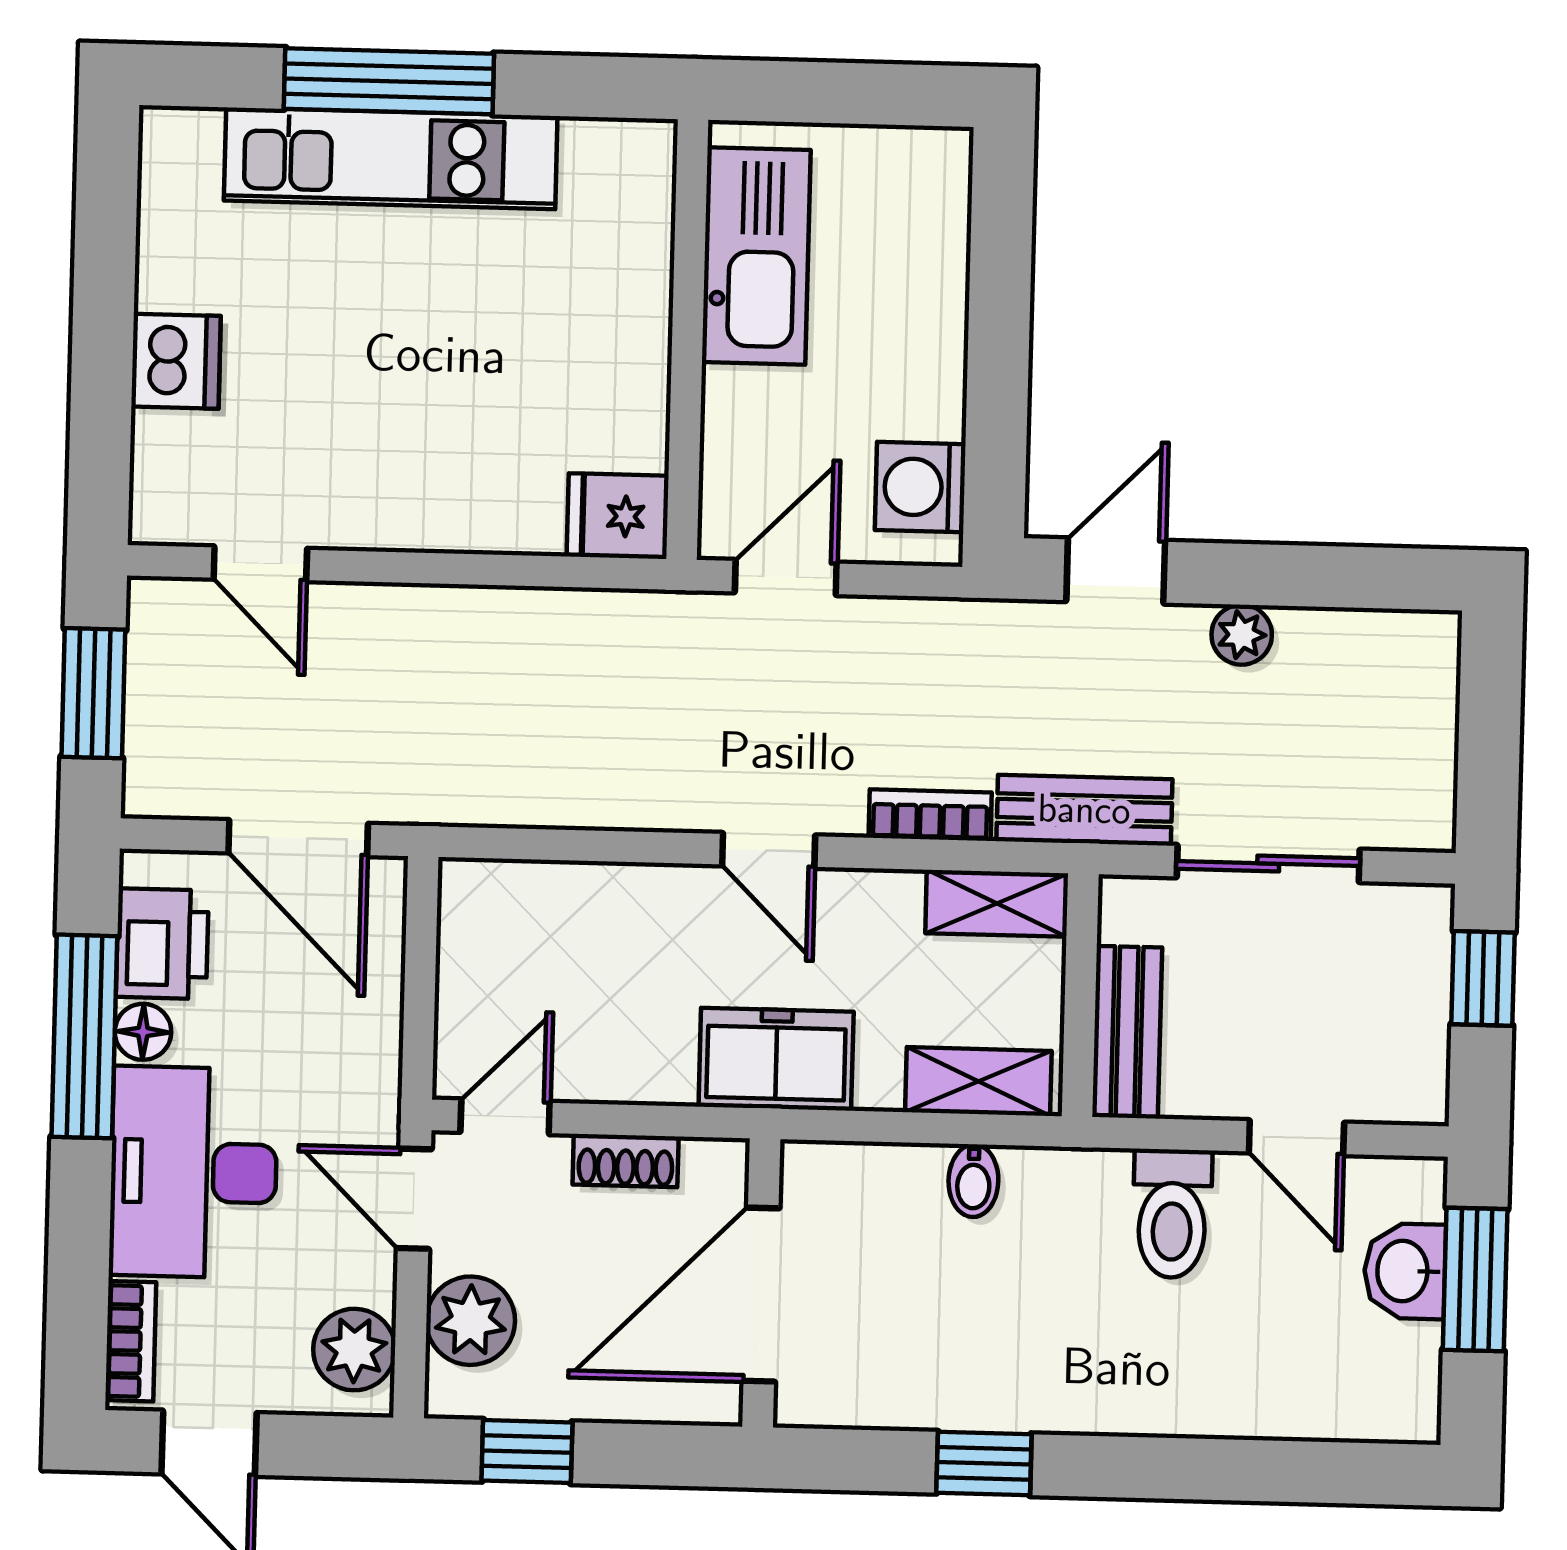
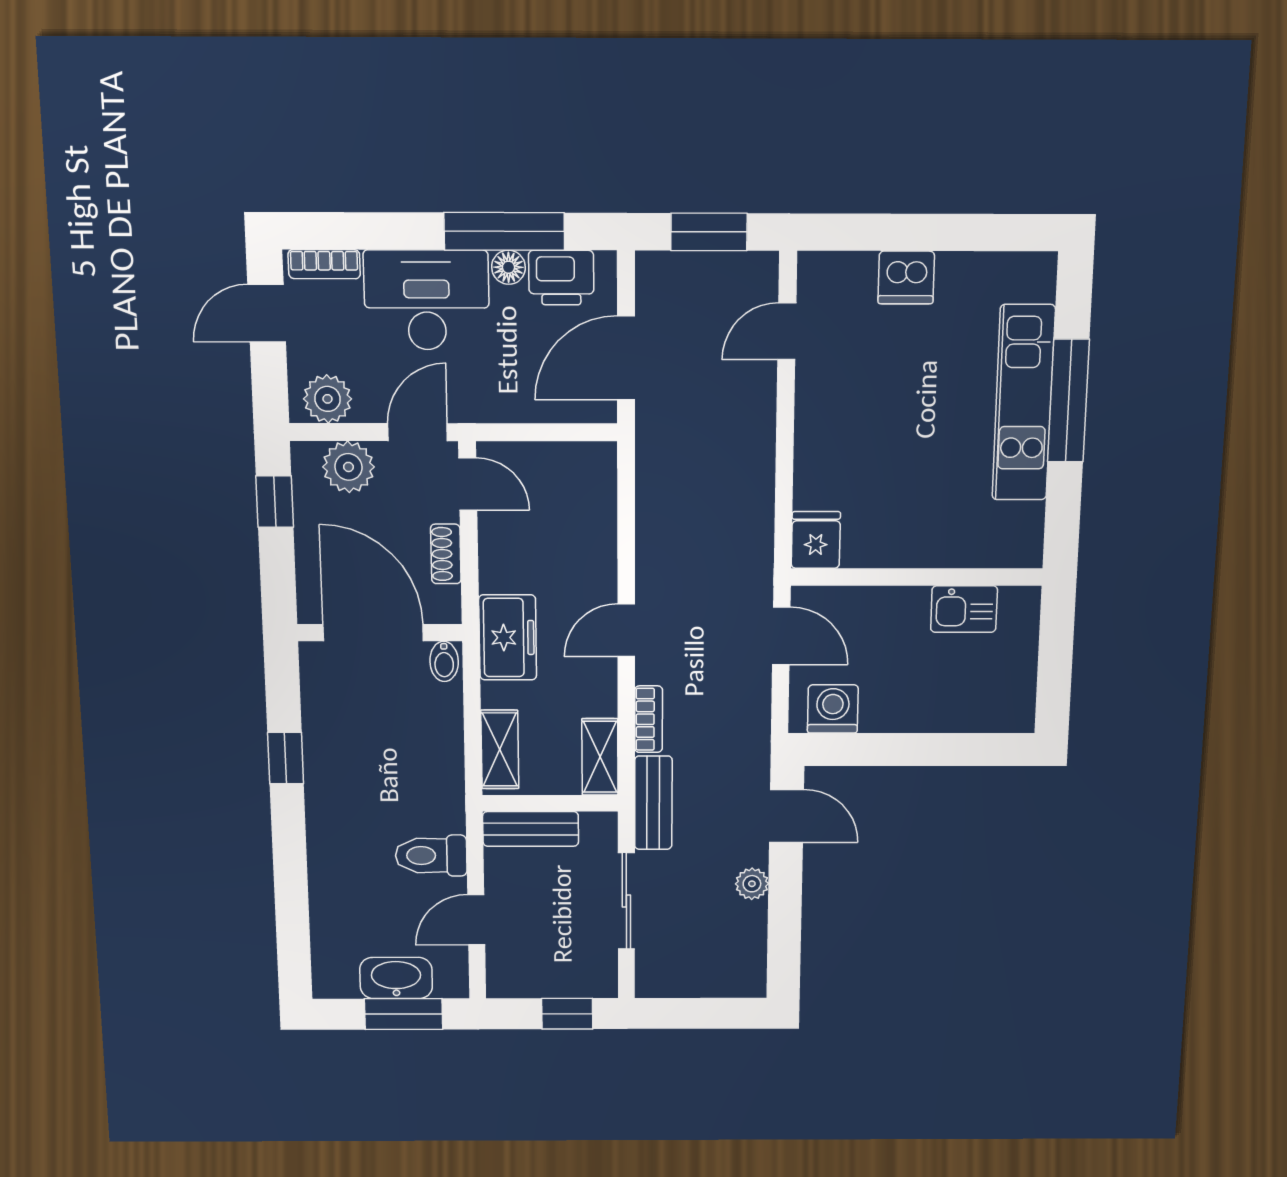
kitchen sink: (756, 256) -> (964, 609), width x0.53, depth x0.81
bidet: (973, 1181) -> (444, 661), moved, turned -90
washbasin: (1405, 1271) -> (396, 978), width x1.38

